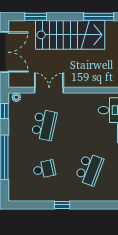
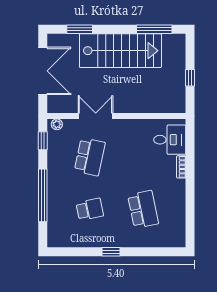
school desk: (89, 169) -> (143, 209), turned -33

